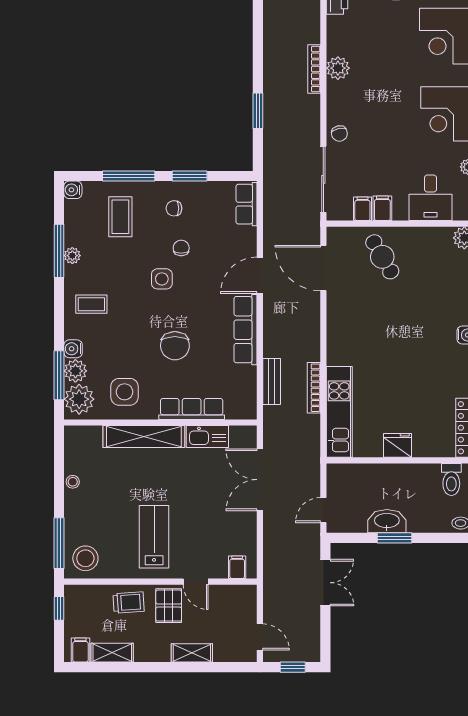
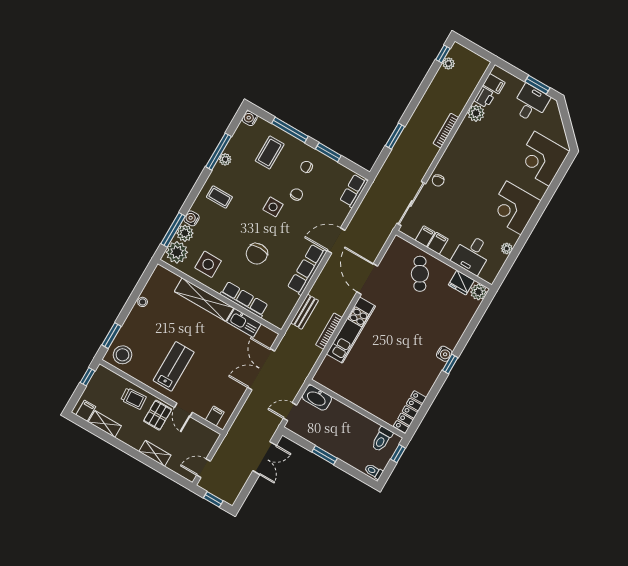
plant: (338, 68) -> (476, 113), moved
door: (323, 268) -> (367, 279), moved
kitchen unit: (339, 412) -> (351, 330), moved
fridge: (397, 445) -> (461, 283), moved, turned 180
washbasin: (387, 521) -> (317, 398), moved, turned 180
window: (59, 543) -> (111, 336), width x0.69
door: (260, 637) -> (204, 468), swing flipped

